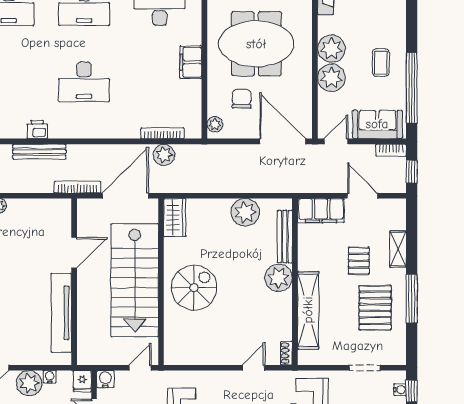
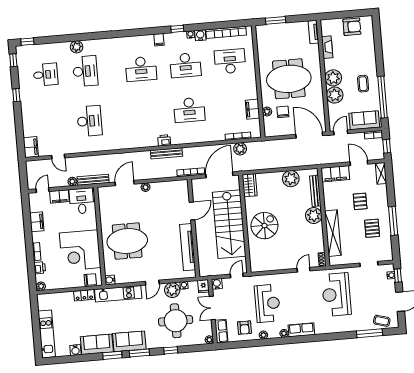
filing cabinet: (191, 62) -> (253, 109), moved
plant: (215, 124) -> (267, 112), moved
shelving: (398, 249) -> (381, 173), moved
pallet: (375, 308) -> (372, 228), width x0.67, depth x0.71

